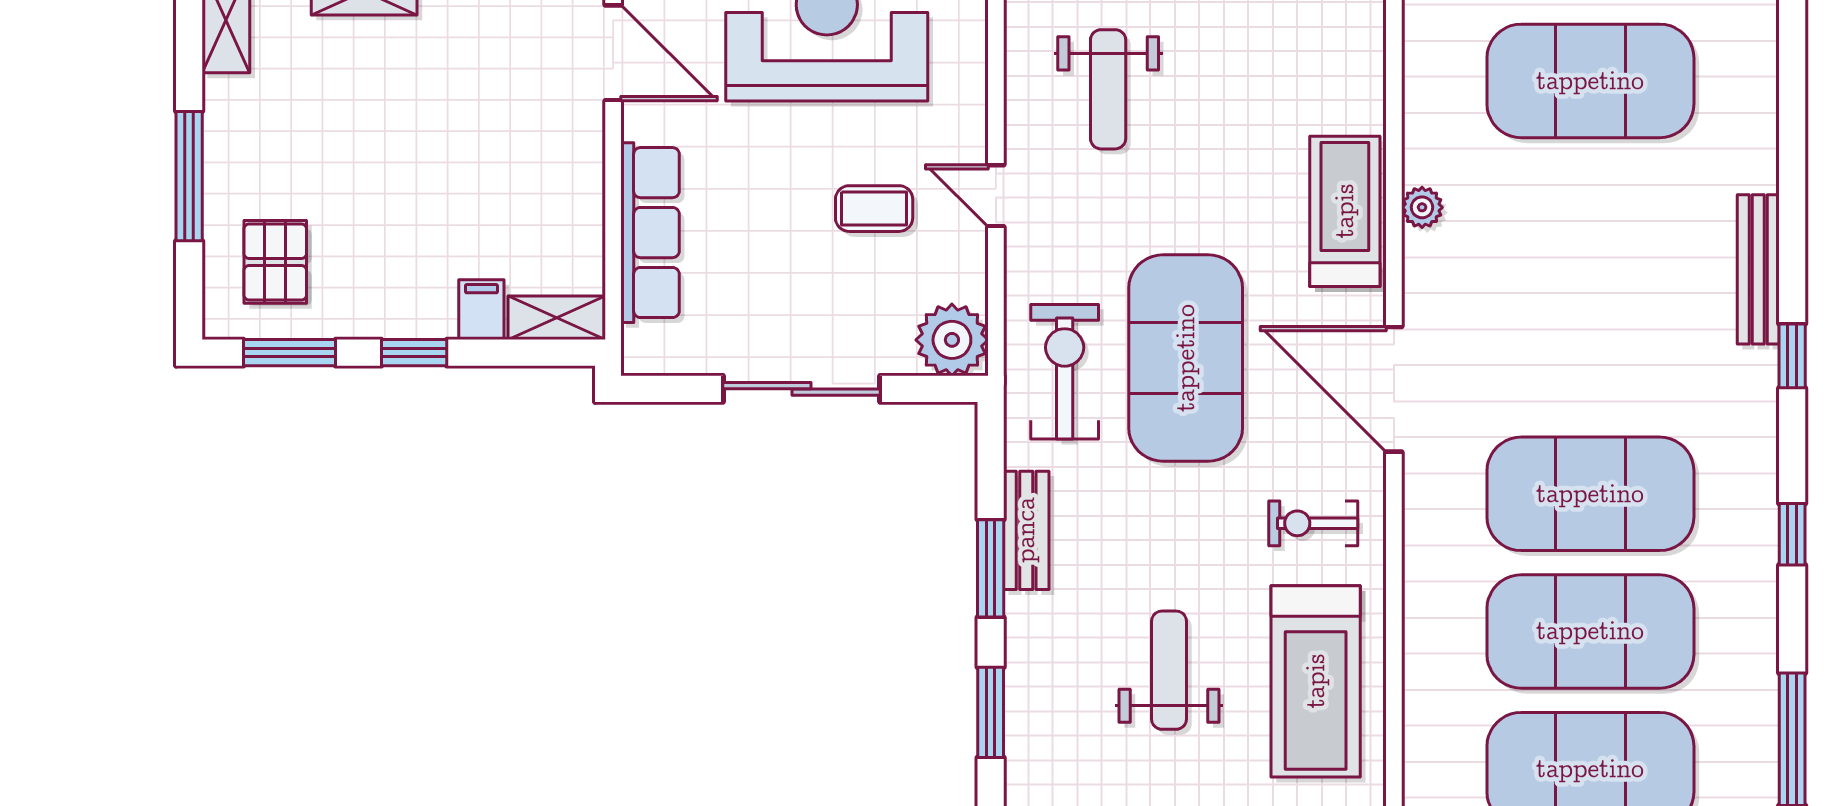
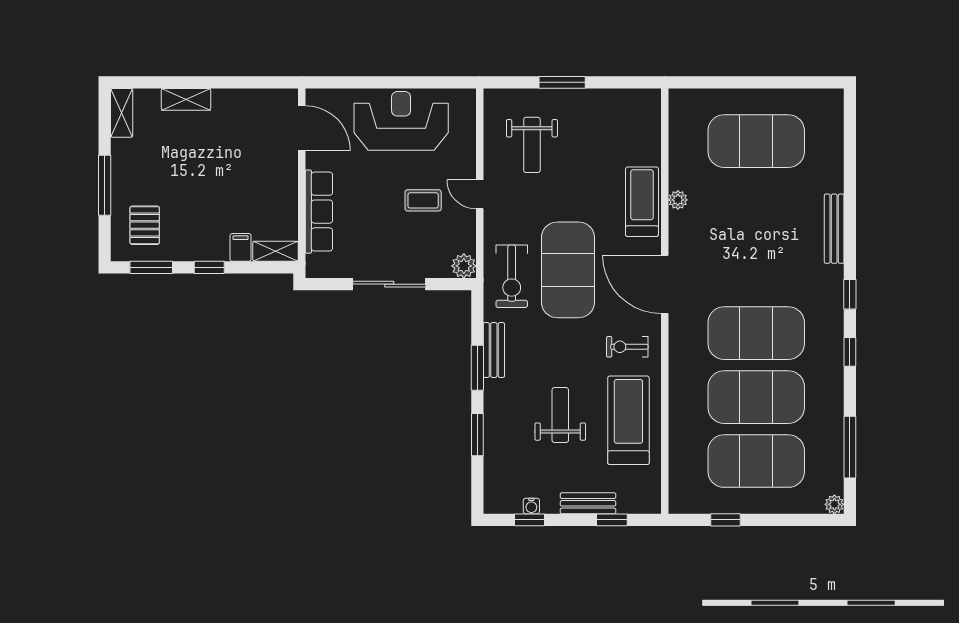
plant: (952, 340) -> (464, 266), width x0.73, depth x0.73
window: (1792, 356) -> (850, 294), moved
exercise bike: (1065, 372) -> (512, 276), turned 180
treadmill: (1316, 681) -> (628, 420), turned 180

